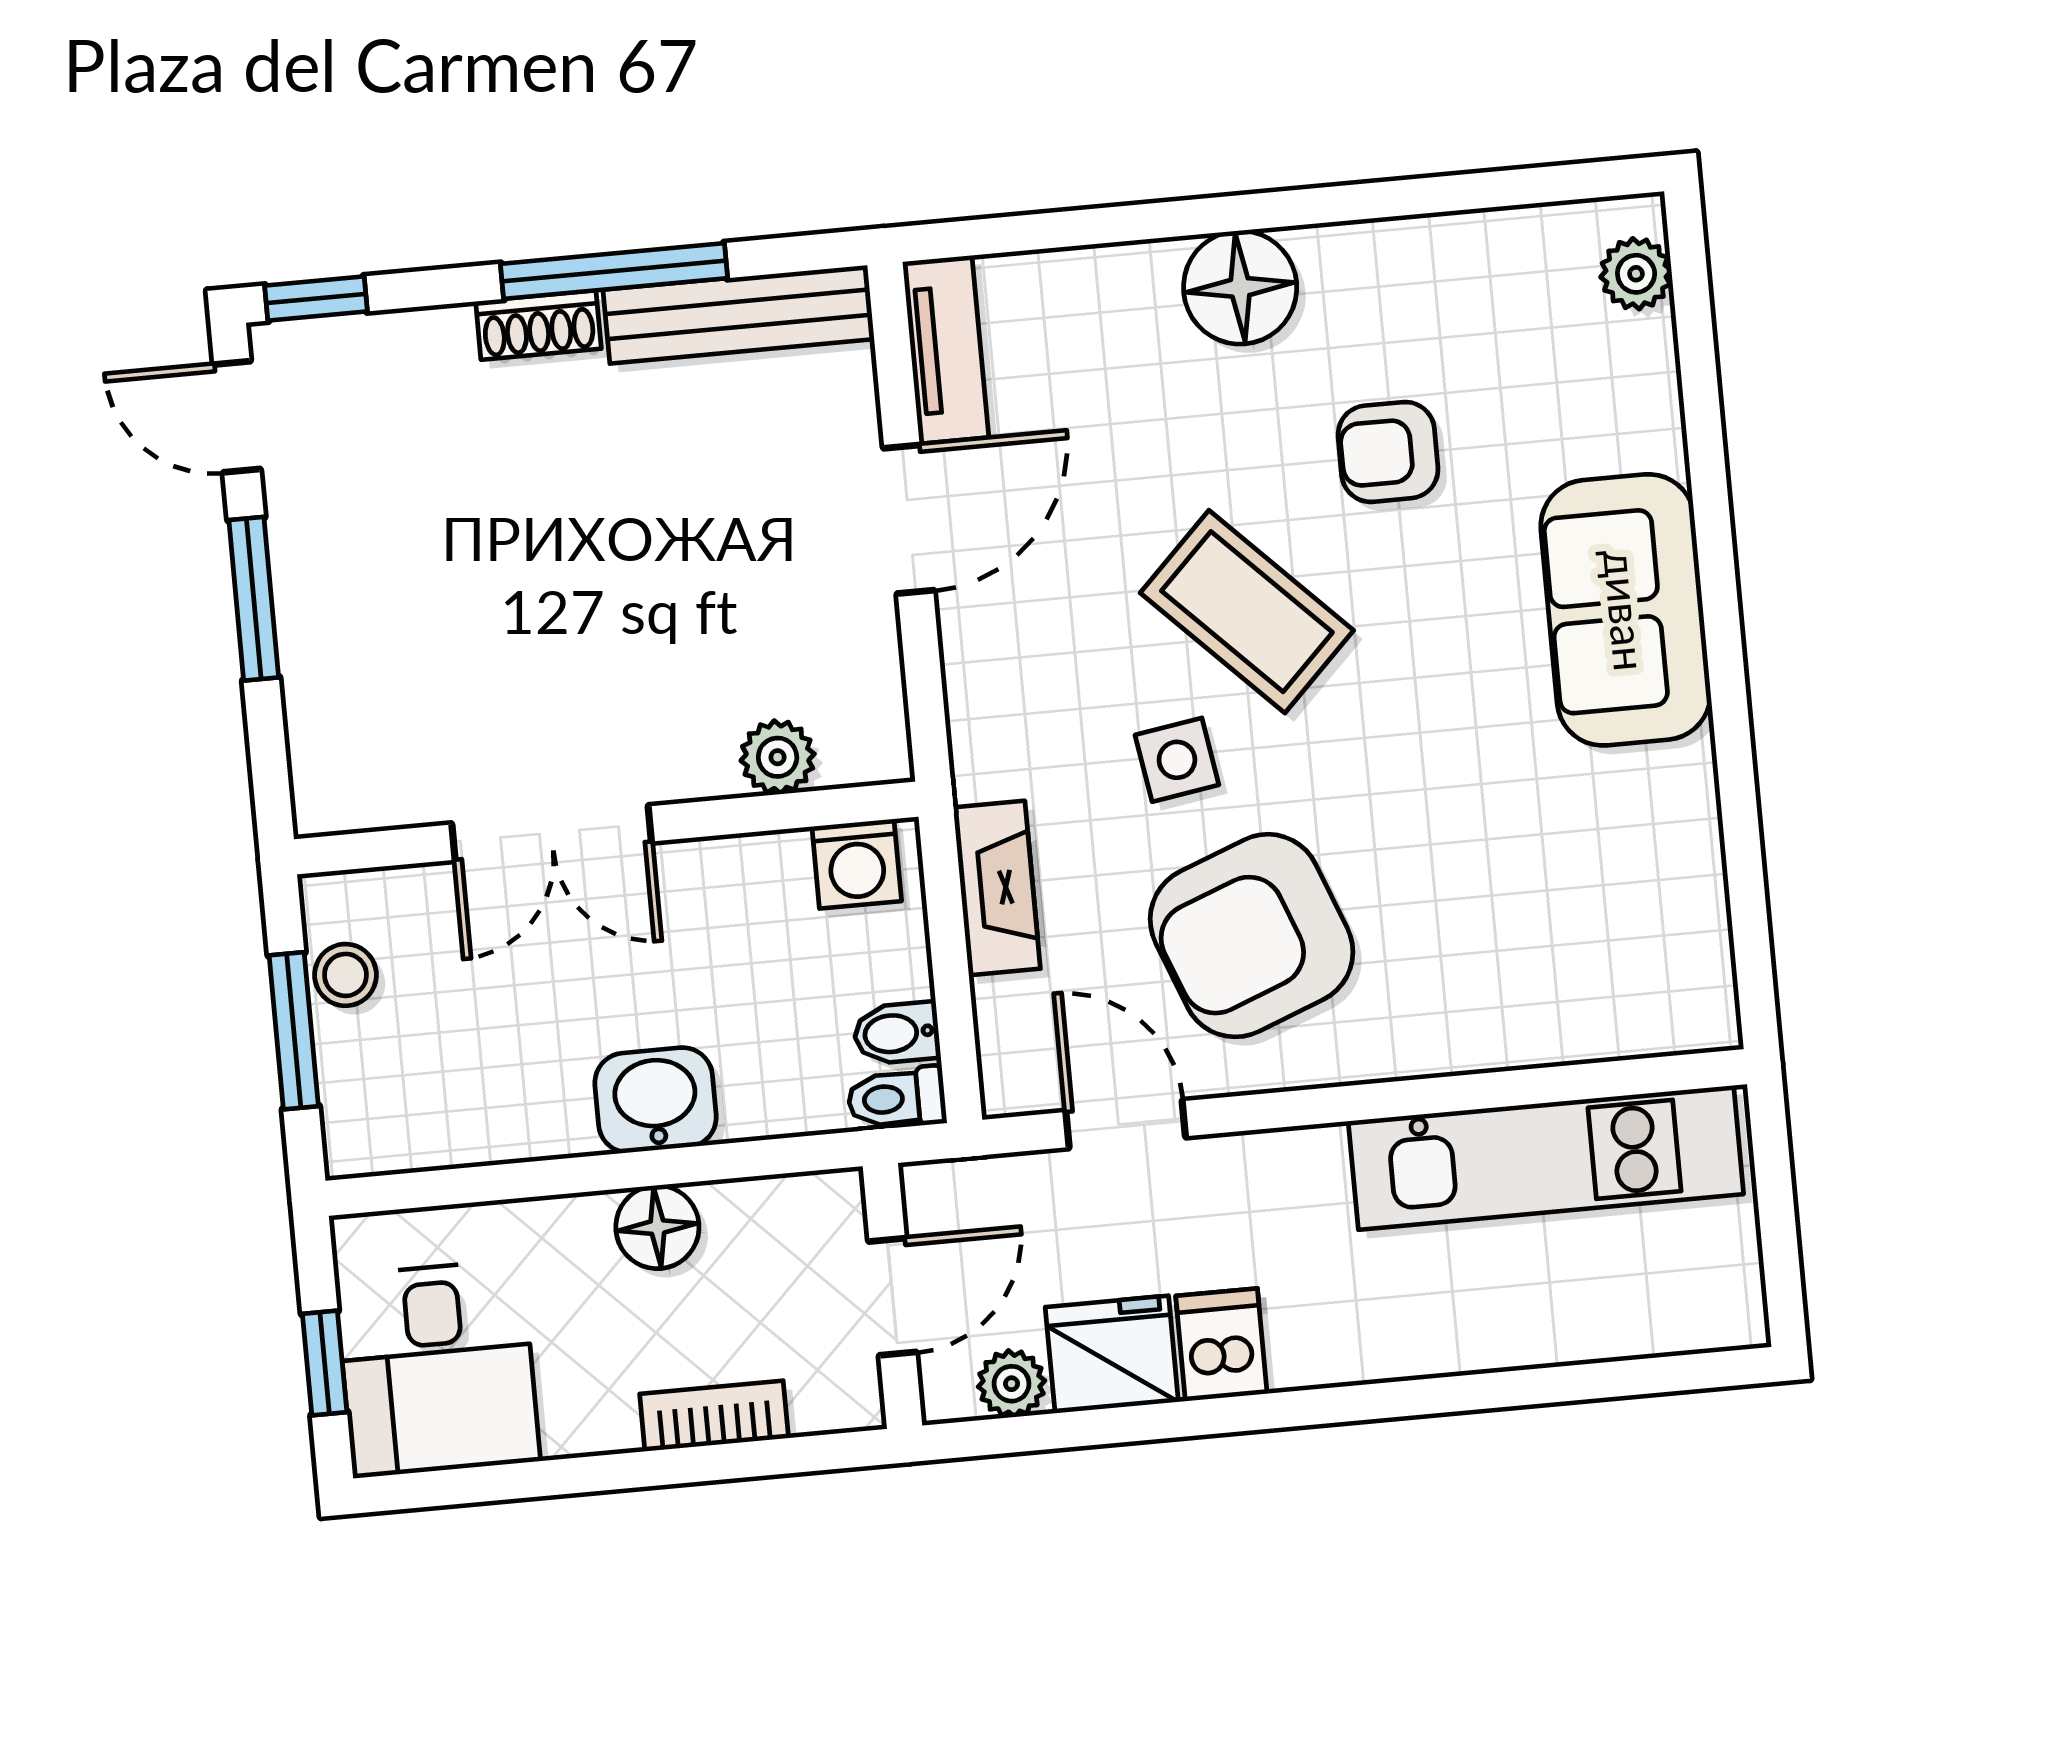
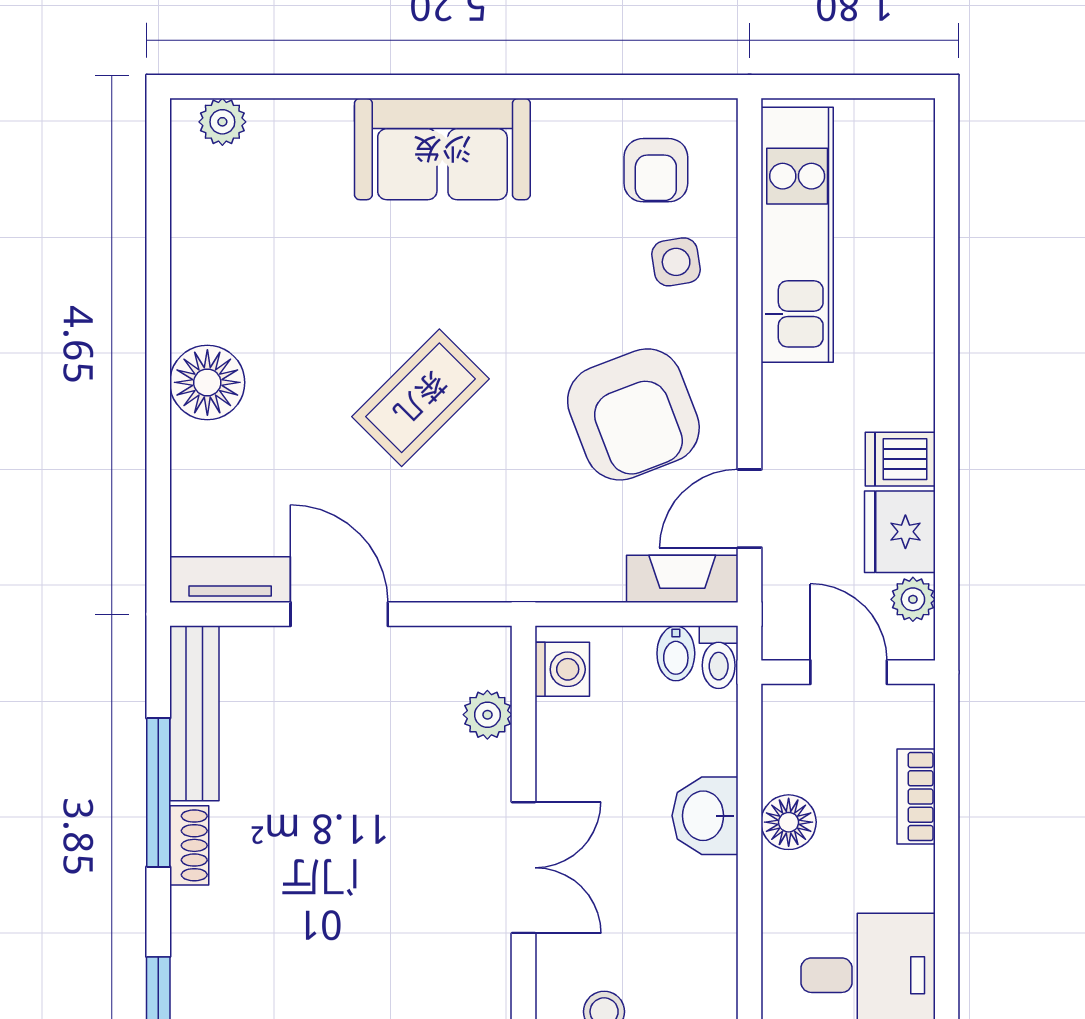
armchair: (1388, 452) -> (656, 170), moved
side table: (1177, 760) -> (676, 262), moved
fireplace: (997, 888) -> (682, 579), moved

